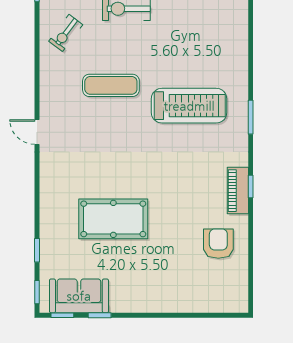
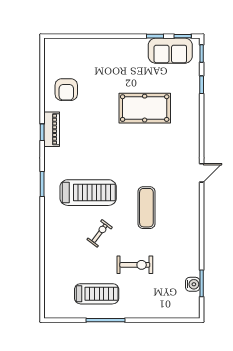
exercise bike: (66, 33) -> (100, 233), moved
exercise mat: (111, 85) -> (146, 208), turned 90
treadmill: (189, 106) -> (88, 193), turned 180
door: (37, 132) -> (202, 173), hinge flipped

